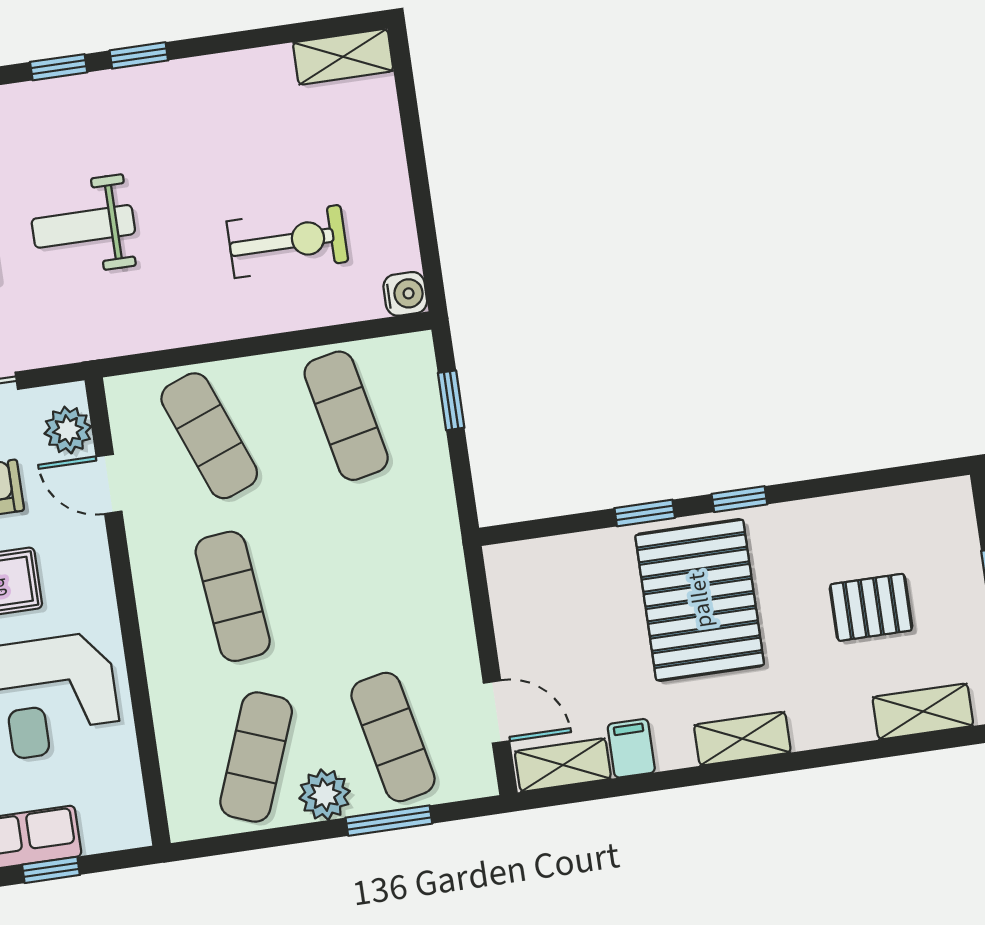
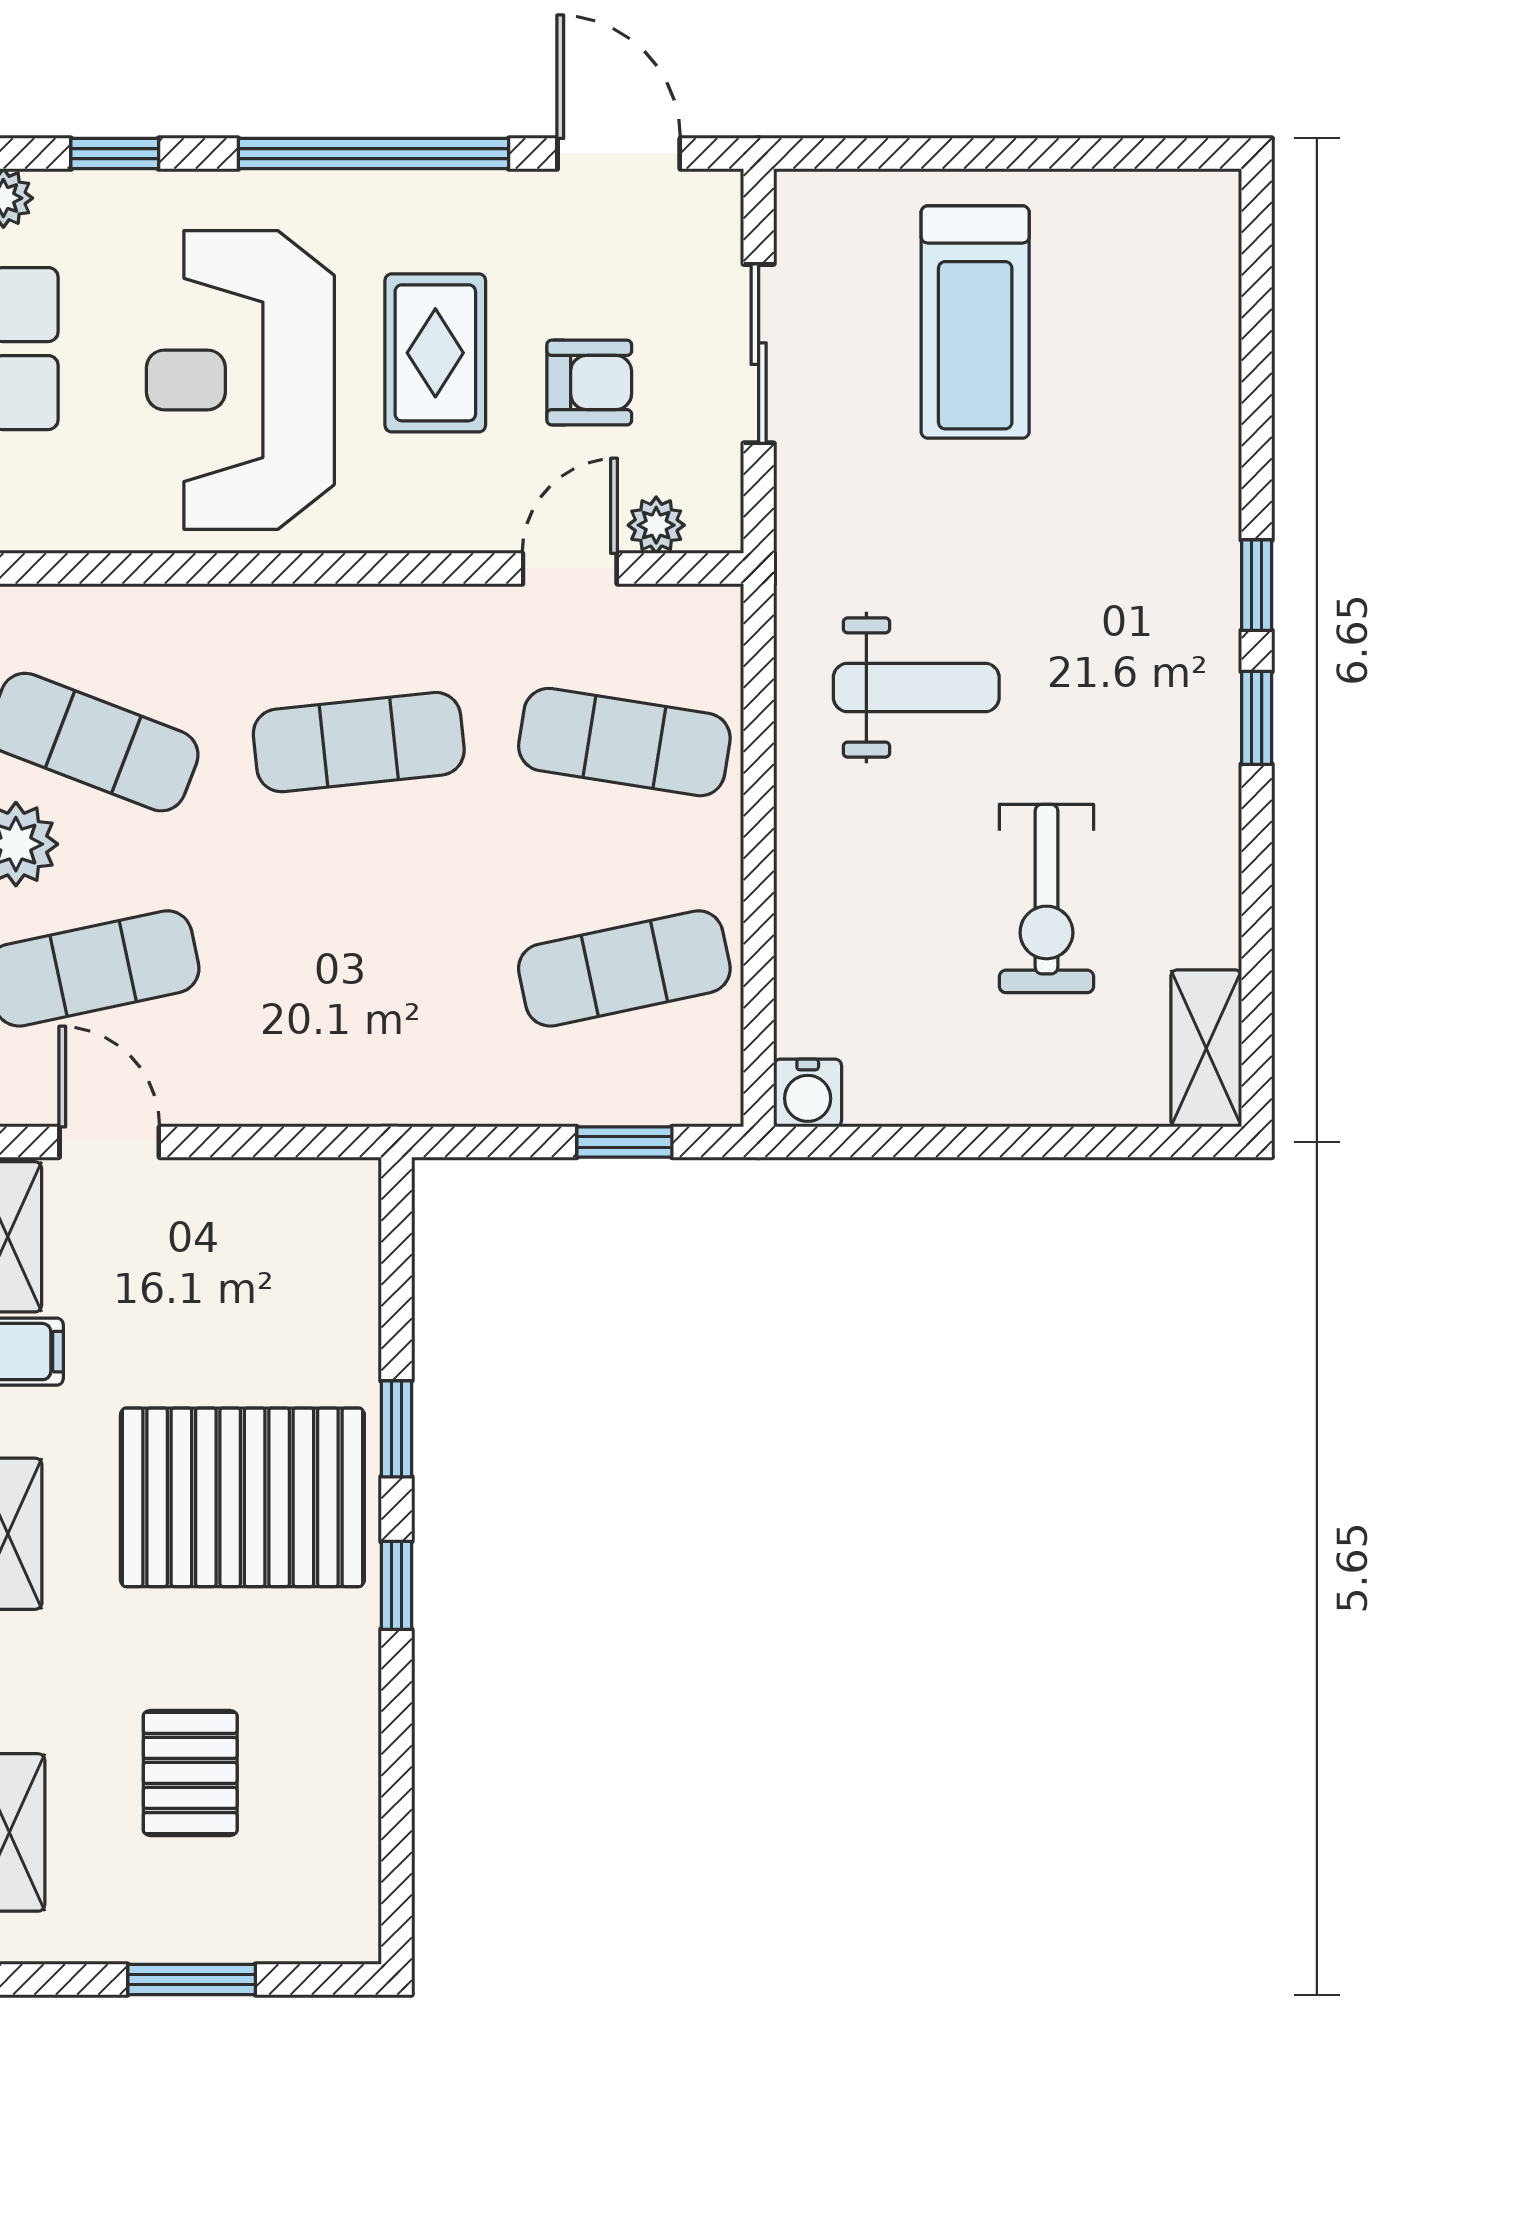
weight bench: (83, 226) -> (916, 687), moved, turned 90
exercise bike: (287, 241) -> (1046, 899), moved
plant: (68, 430) -> (656, 525), width x0.73, depth x0.73
exercise mat: (209, 436) -> (624, 742), turned 30
door: (497, 712) -> (109, 1142), swing flipped

